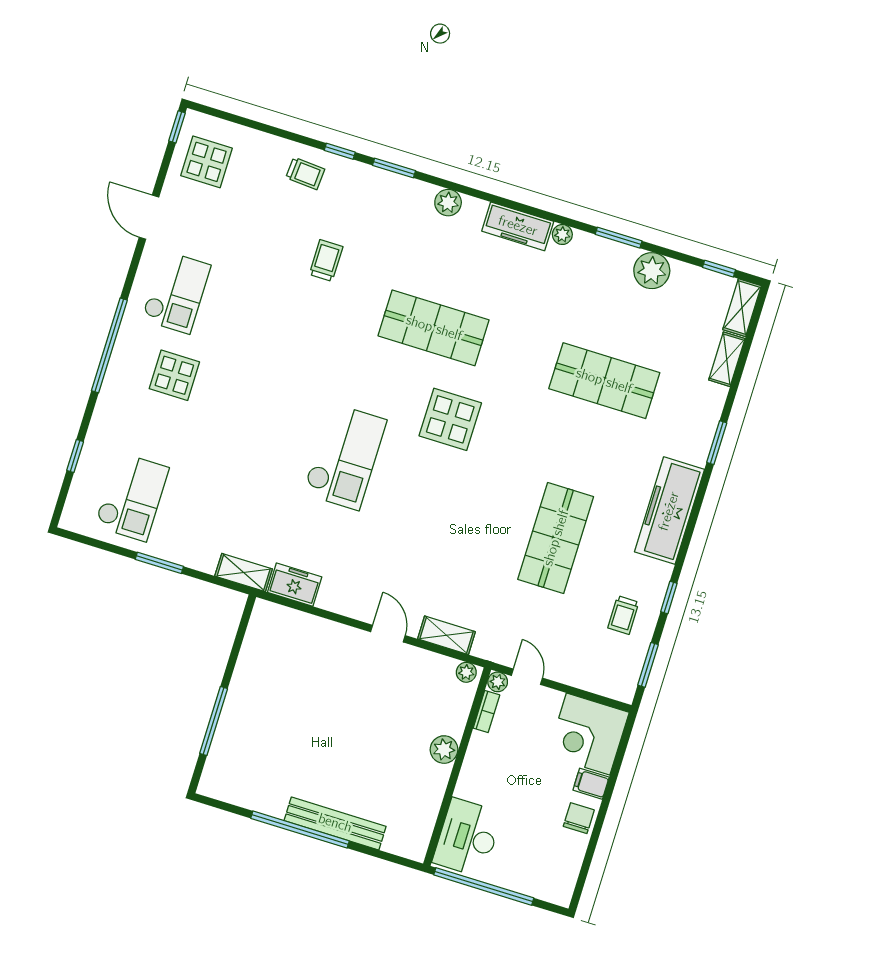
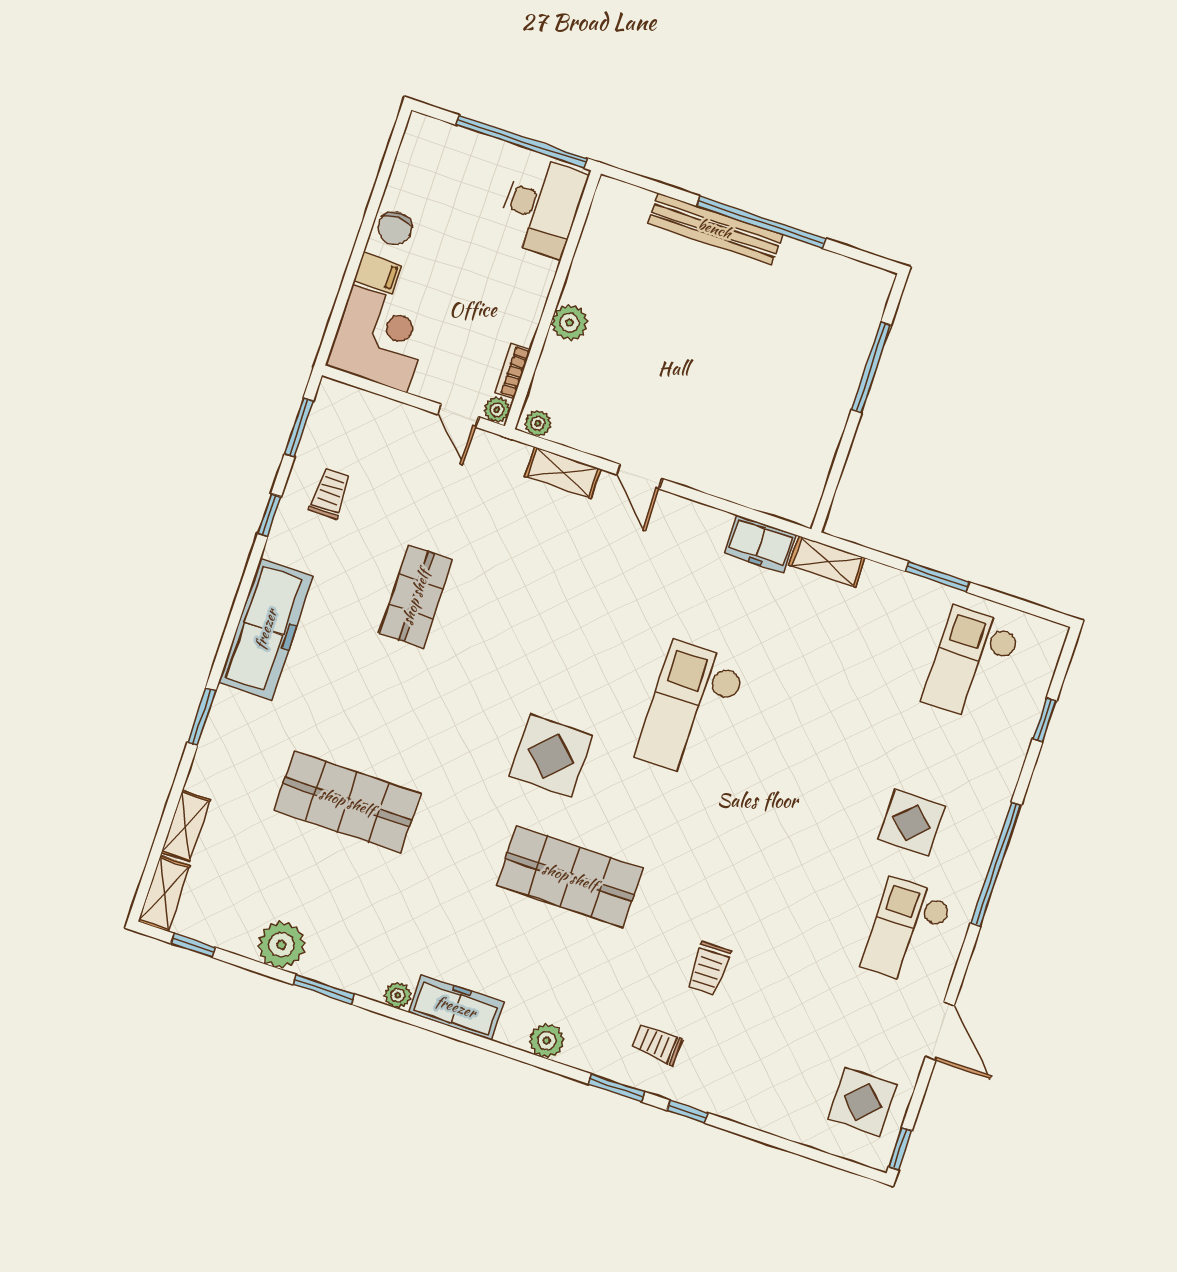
trolley: (305, 173) -> (657, 1044), moved
shop shelf: (556, 538) -> (416, 597), width x0.70, depth x0.74

